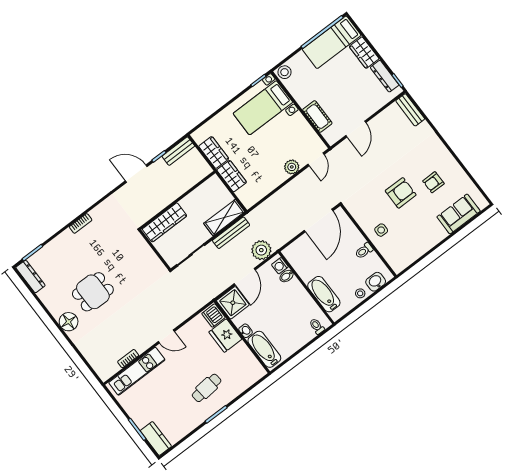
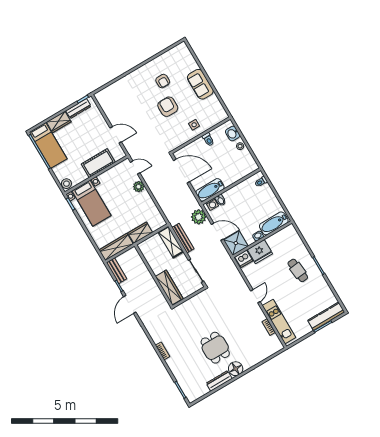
bench: (410, 110) -> (106, 92), removed
cot: (317, 116) -> (98, 163), width x1.37, depth x1.34
wardrobe: (214, 152) -> (116, 247), width x1.50
sofa: (459, 214) -> (200, 84), moved
dresser: (30, 276) -> (219, 381), moved
bathtub: (324, 294) -> (210, 190), moved
kitchen counter: (156, 439) -> (326, 316), width x1.50

